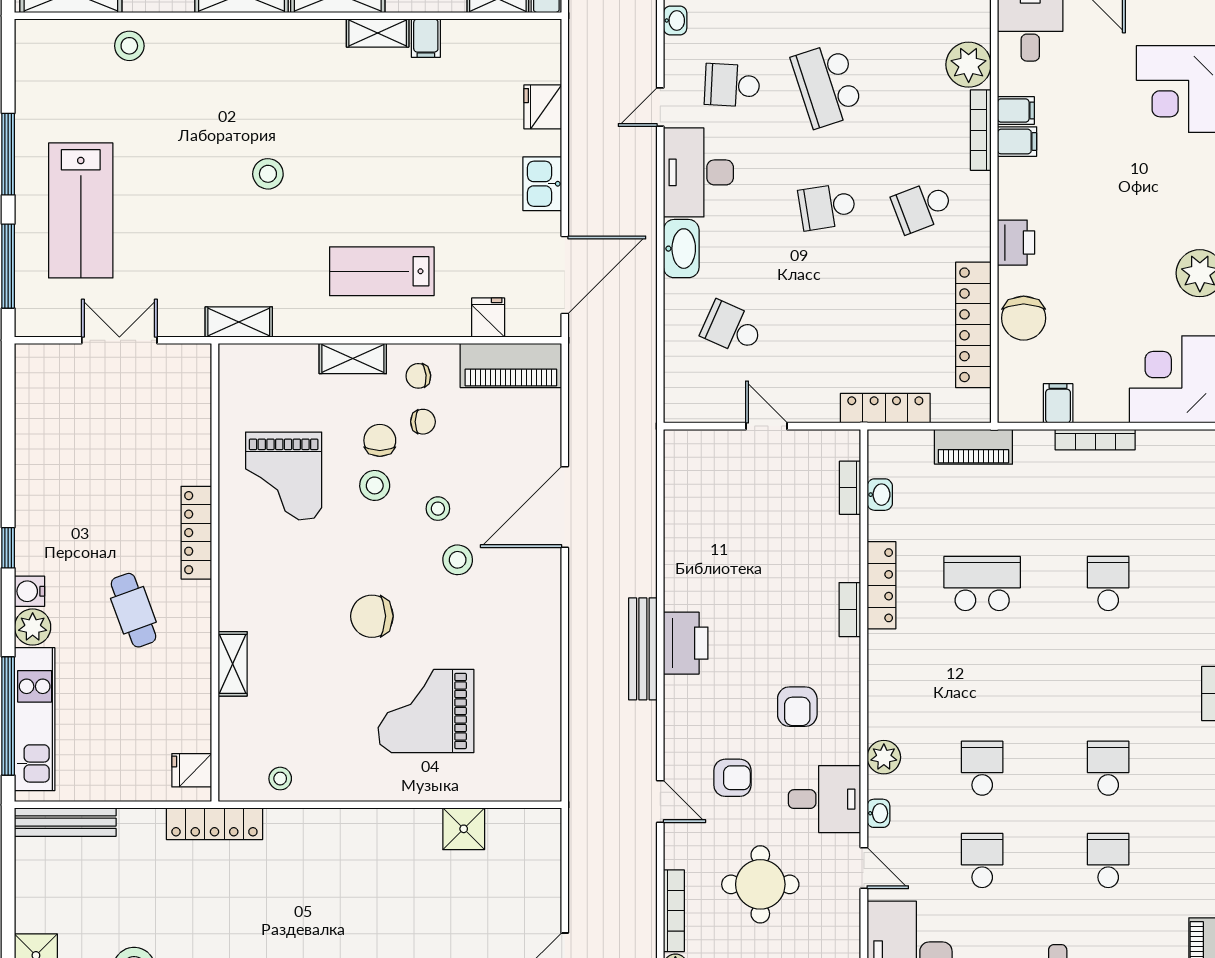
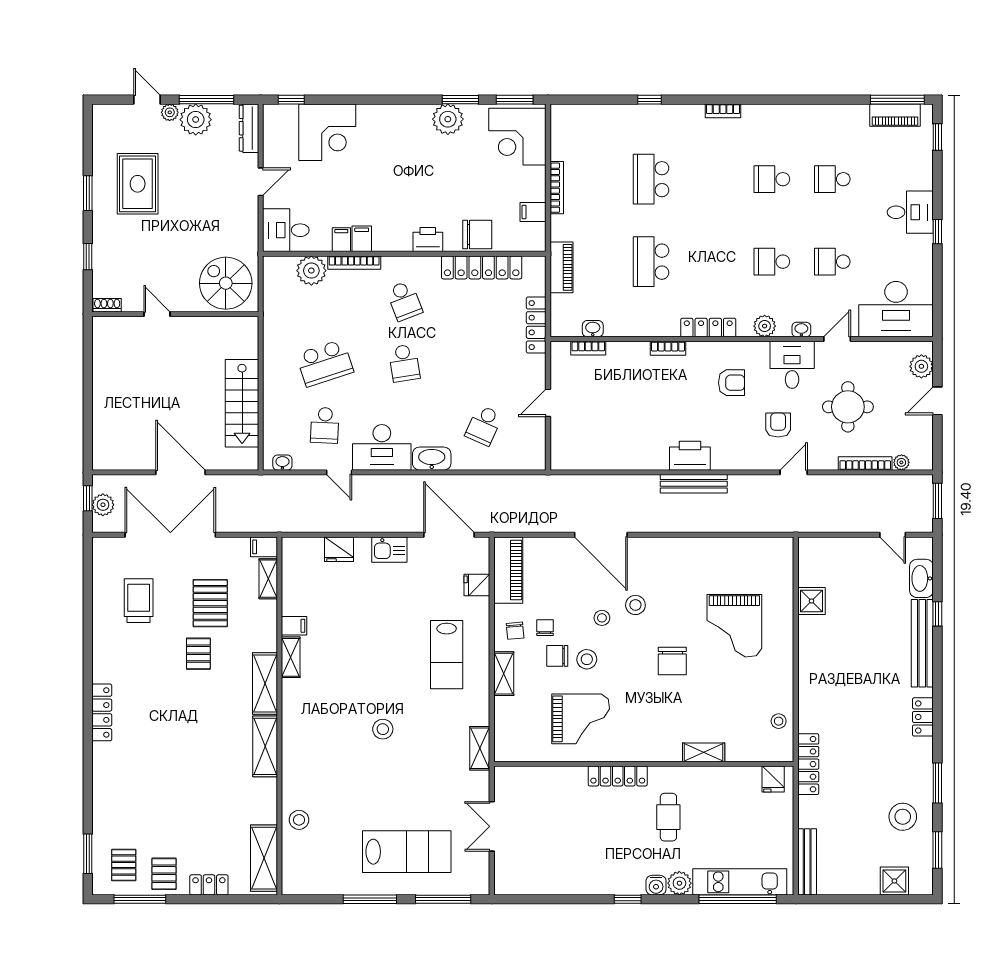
school desk: (1108, 584) -> (651, 179), width x1.85
locker: (881, 585) -> (708, 328), moved
cafe table: (133, 610) -> (668, 817), turned -70

